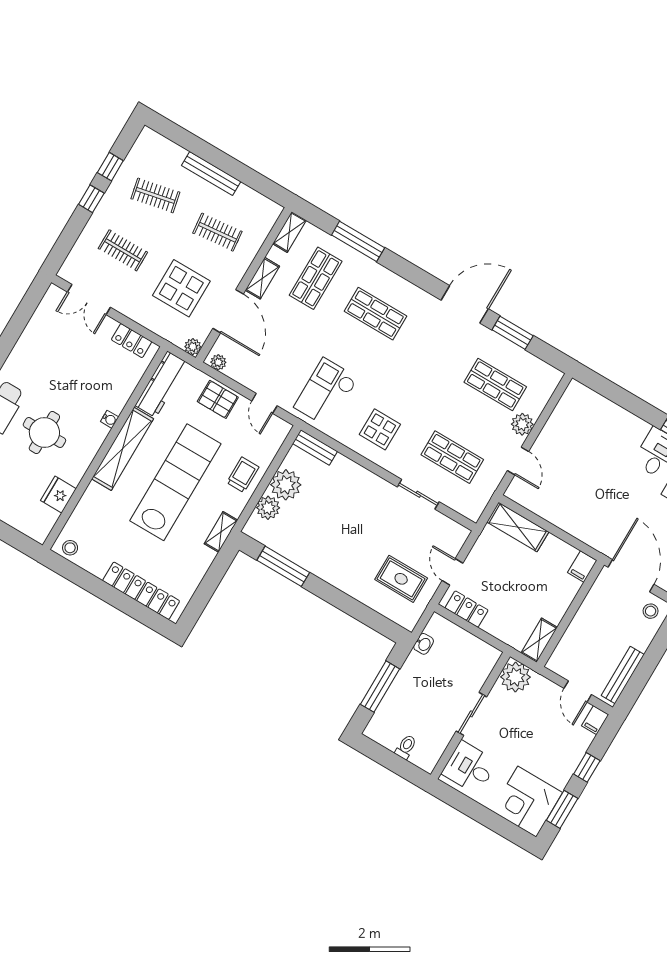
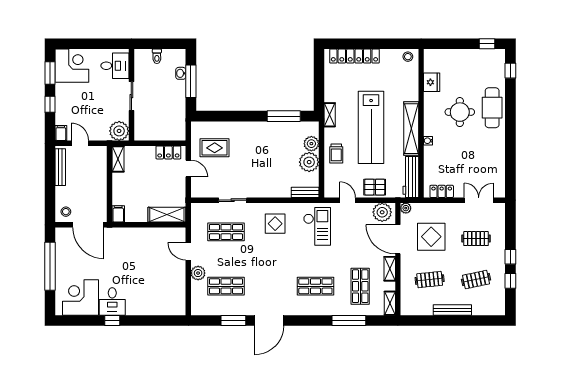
plant: (218, 362) -> (382, 212), width x1.88, depth x1.88
washbasin: (424, 644) -> (181, 73), moved

